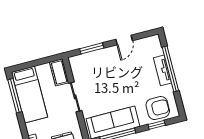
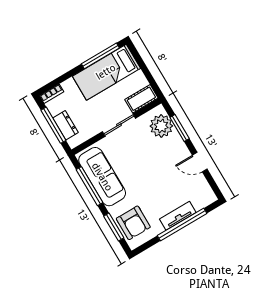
plant: (86, 63) -> (161, 126), added
window: (157, 125) -> (114, 227), width x1.50

